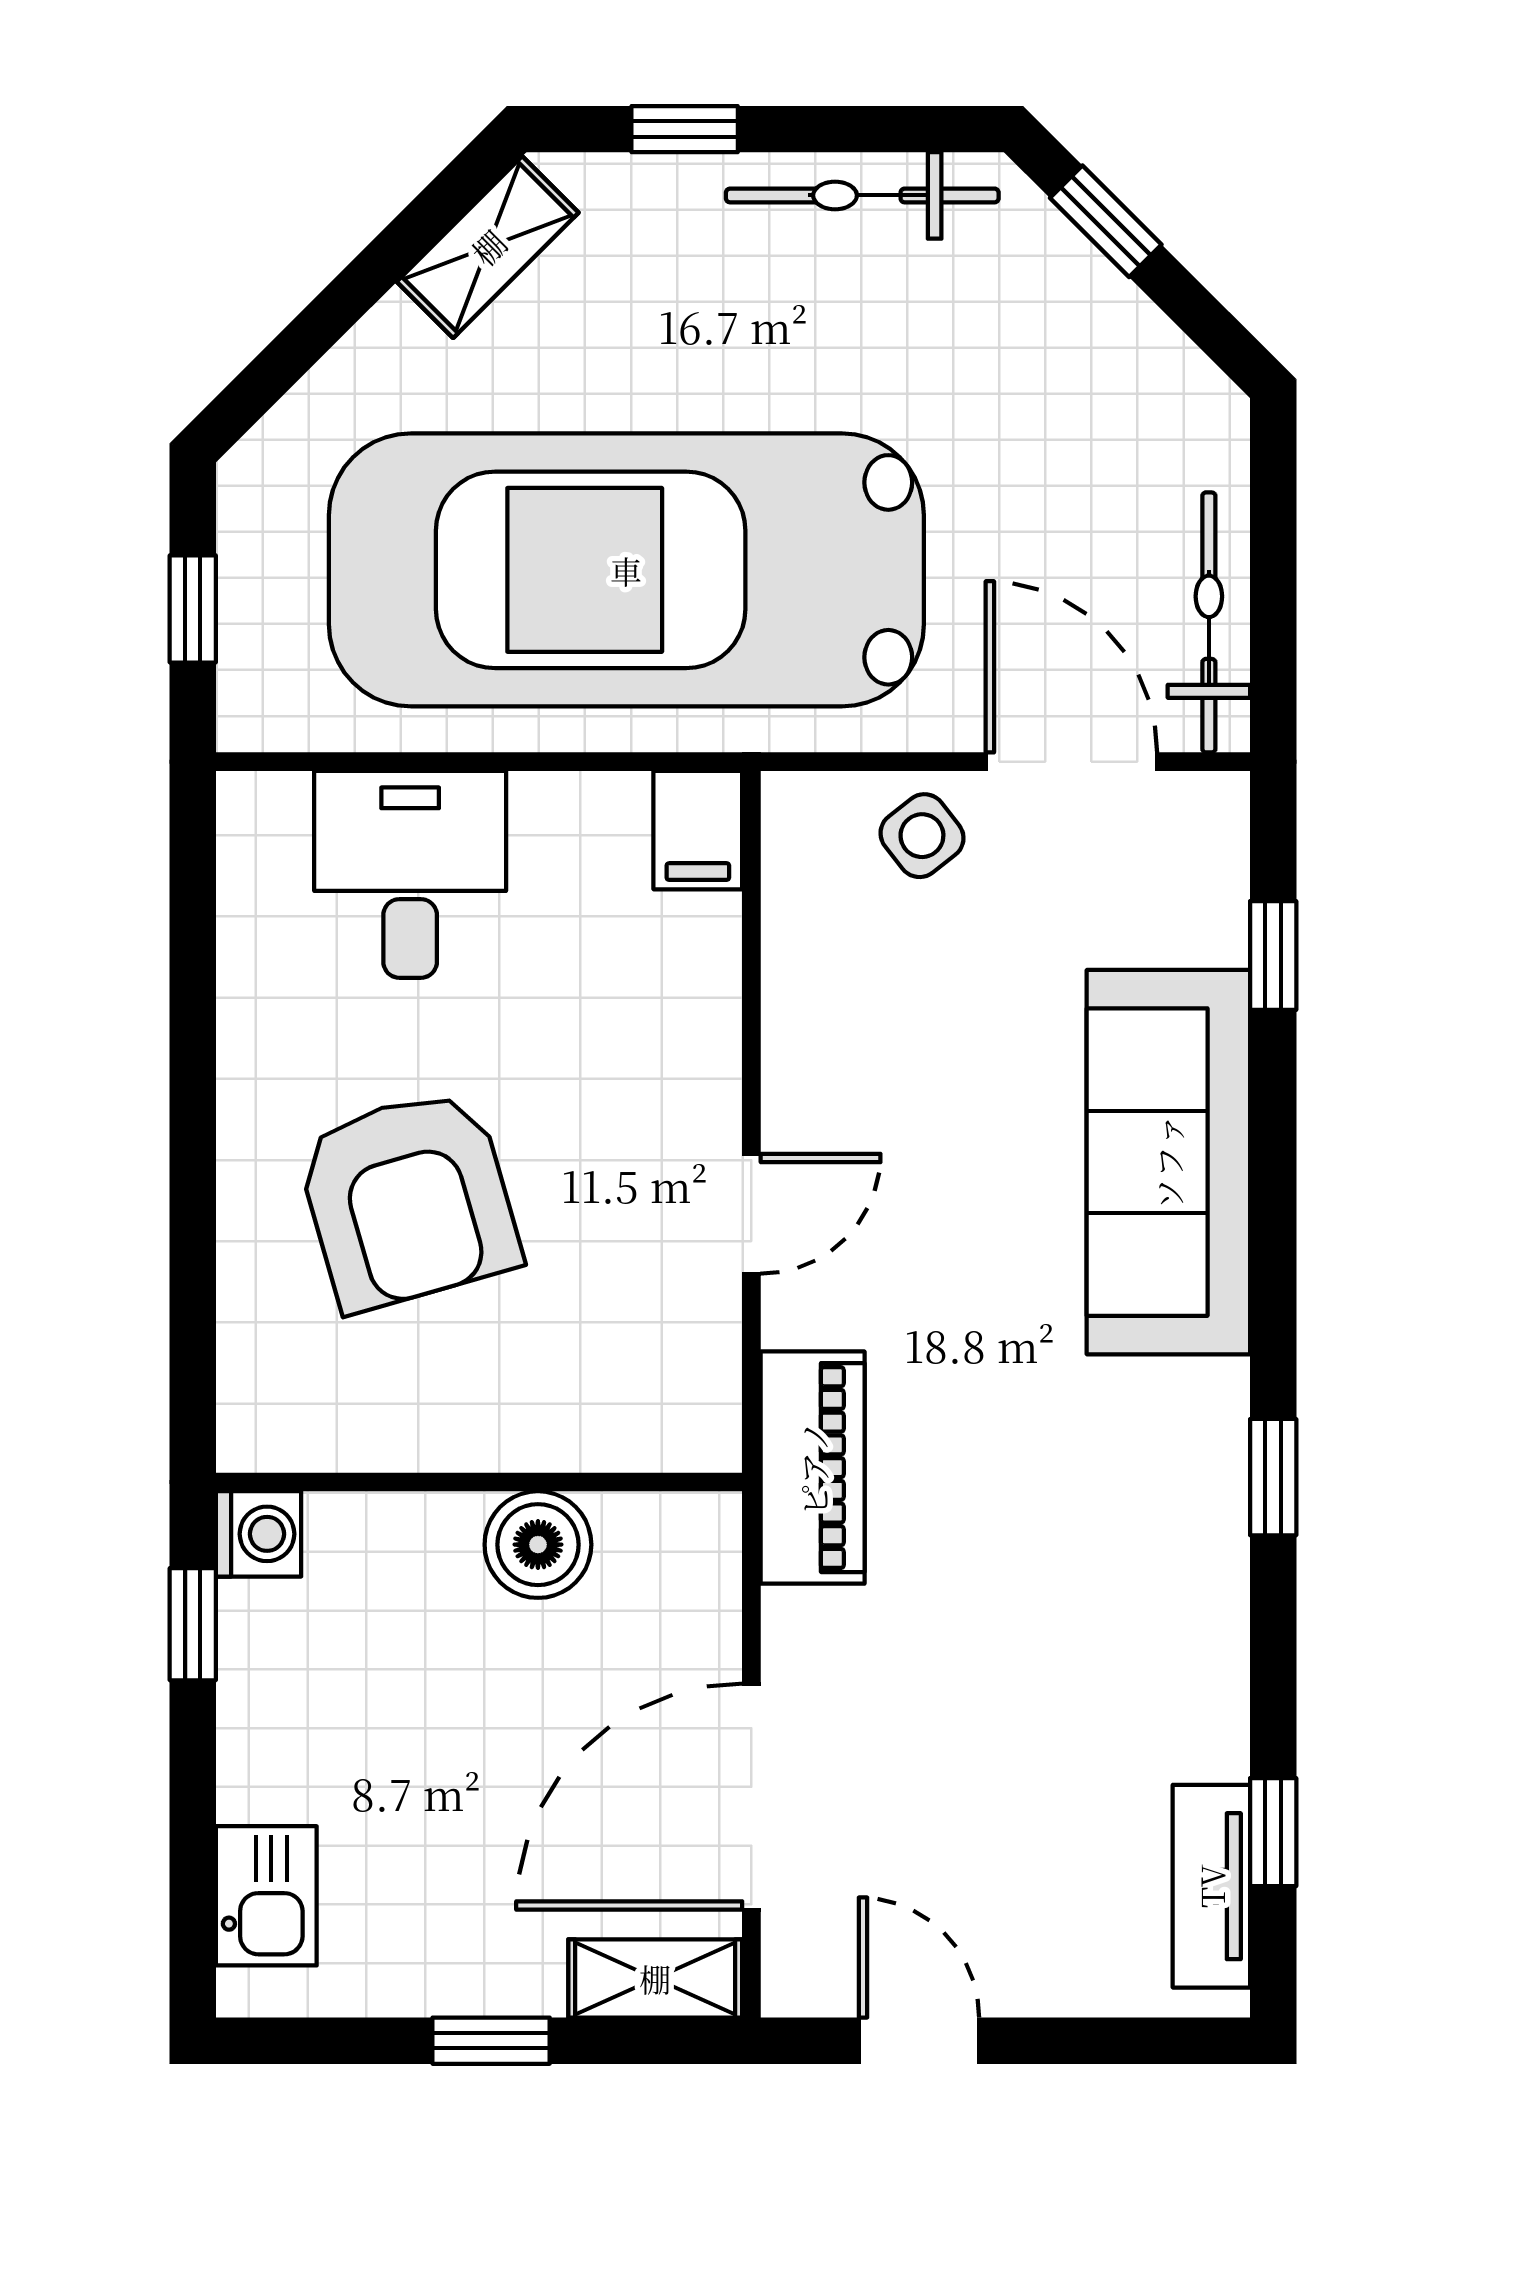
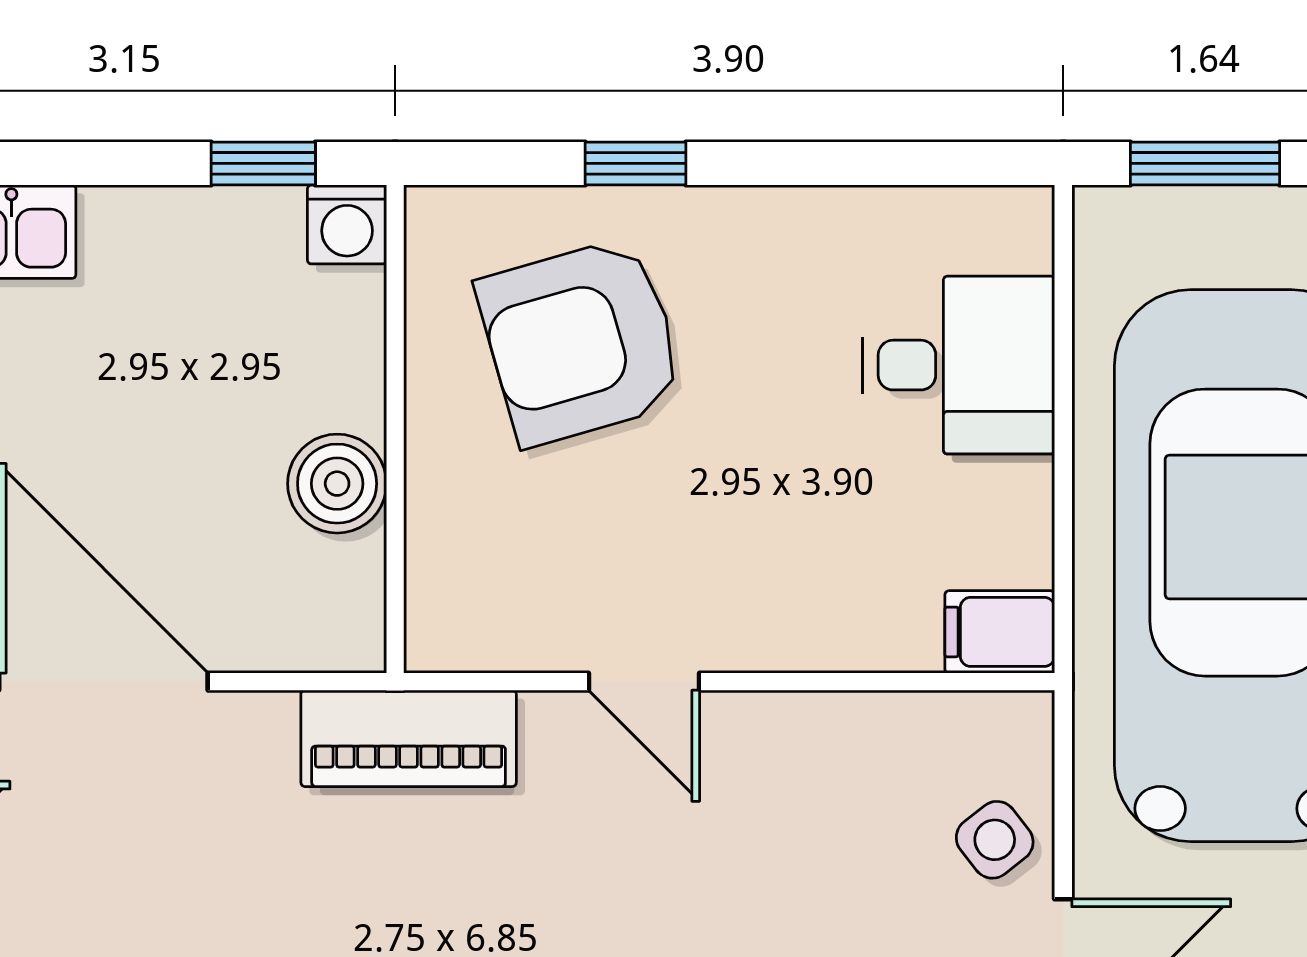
window: (193, 609) -> (1205, 163), width x1.50
armchair: (408, 1200) -> (581, 341), moved
window: (193, 1223) -> (635, 163), added

